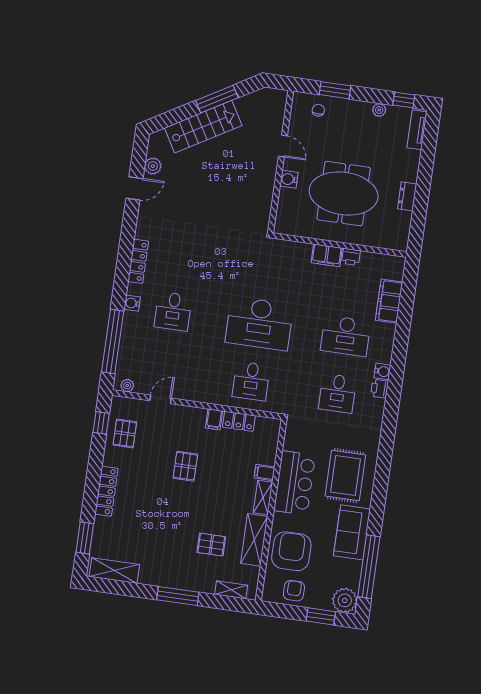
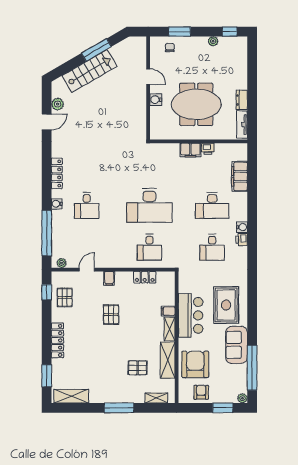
tv unit: (417, 130) -> (242, 125), moved
filing cabinet: (214, 419) -> (109, 278), moved
plant: (345, 600) -> (243, 398), width x0.53, depth x0.53

